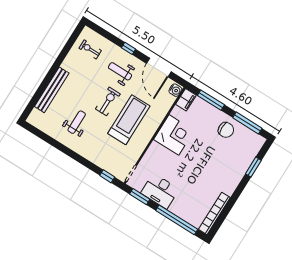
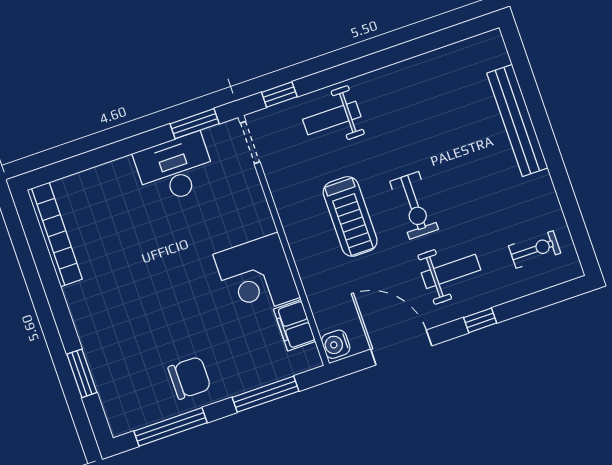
filing cabinet: (186, 100) -> (294, 325), moved
treadmill: (129, 120) -> (350, 216), width x0.73, depth x0.73
weight bench: (77, 122) -> (332, 118), moved, turned 90
chair: (226, 130) -> (189, 378), turned 180
window: (177, 220) -> (98, 157), removed

